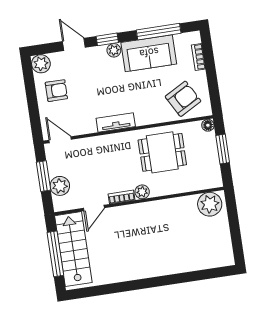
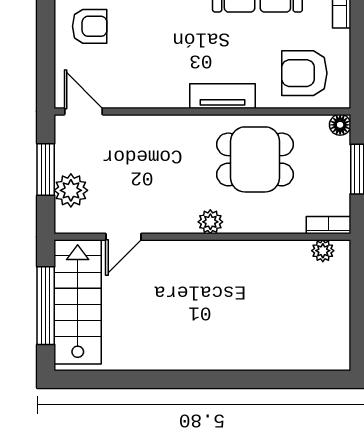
armchair: (183, 99) -> (304, 73), turned -151
tv unit: (116, 122) -> (223, 96), moved
bookcase: (122, 197) -> (328, 225), moved
plant: (210, 204) -> (323, 251), width x0.53, depth x0.53

